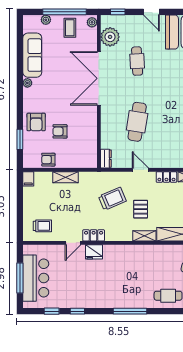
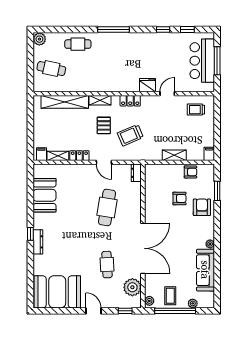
locker: (94, 235) -> (130, 101), moved

